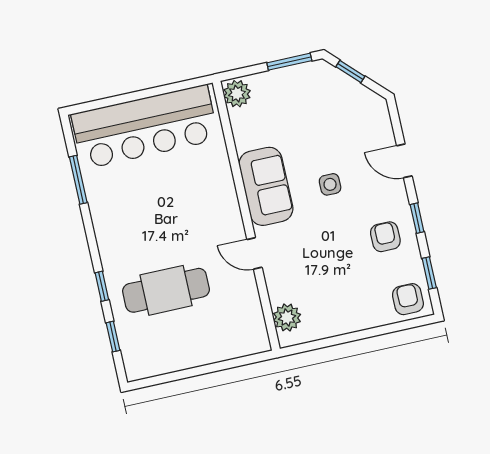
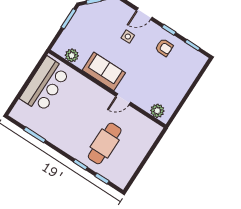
plant: (237, 94) -> (72, 55), moved
bar counter: (145, 127) -> (45, 85), width x0.73
side table: (330, 184) -> (128, 37), moved
armchair: (385, 237) -> (164, 47), turned 180
armchair: (408, 299) -> (194, 62), removed

